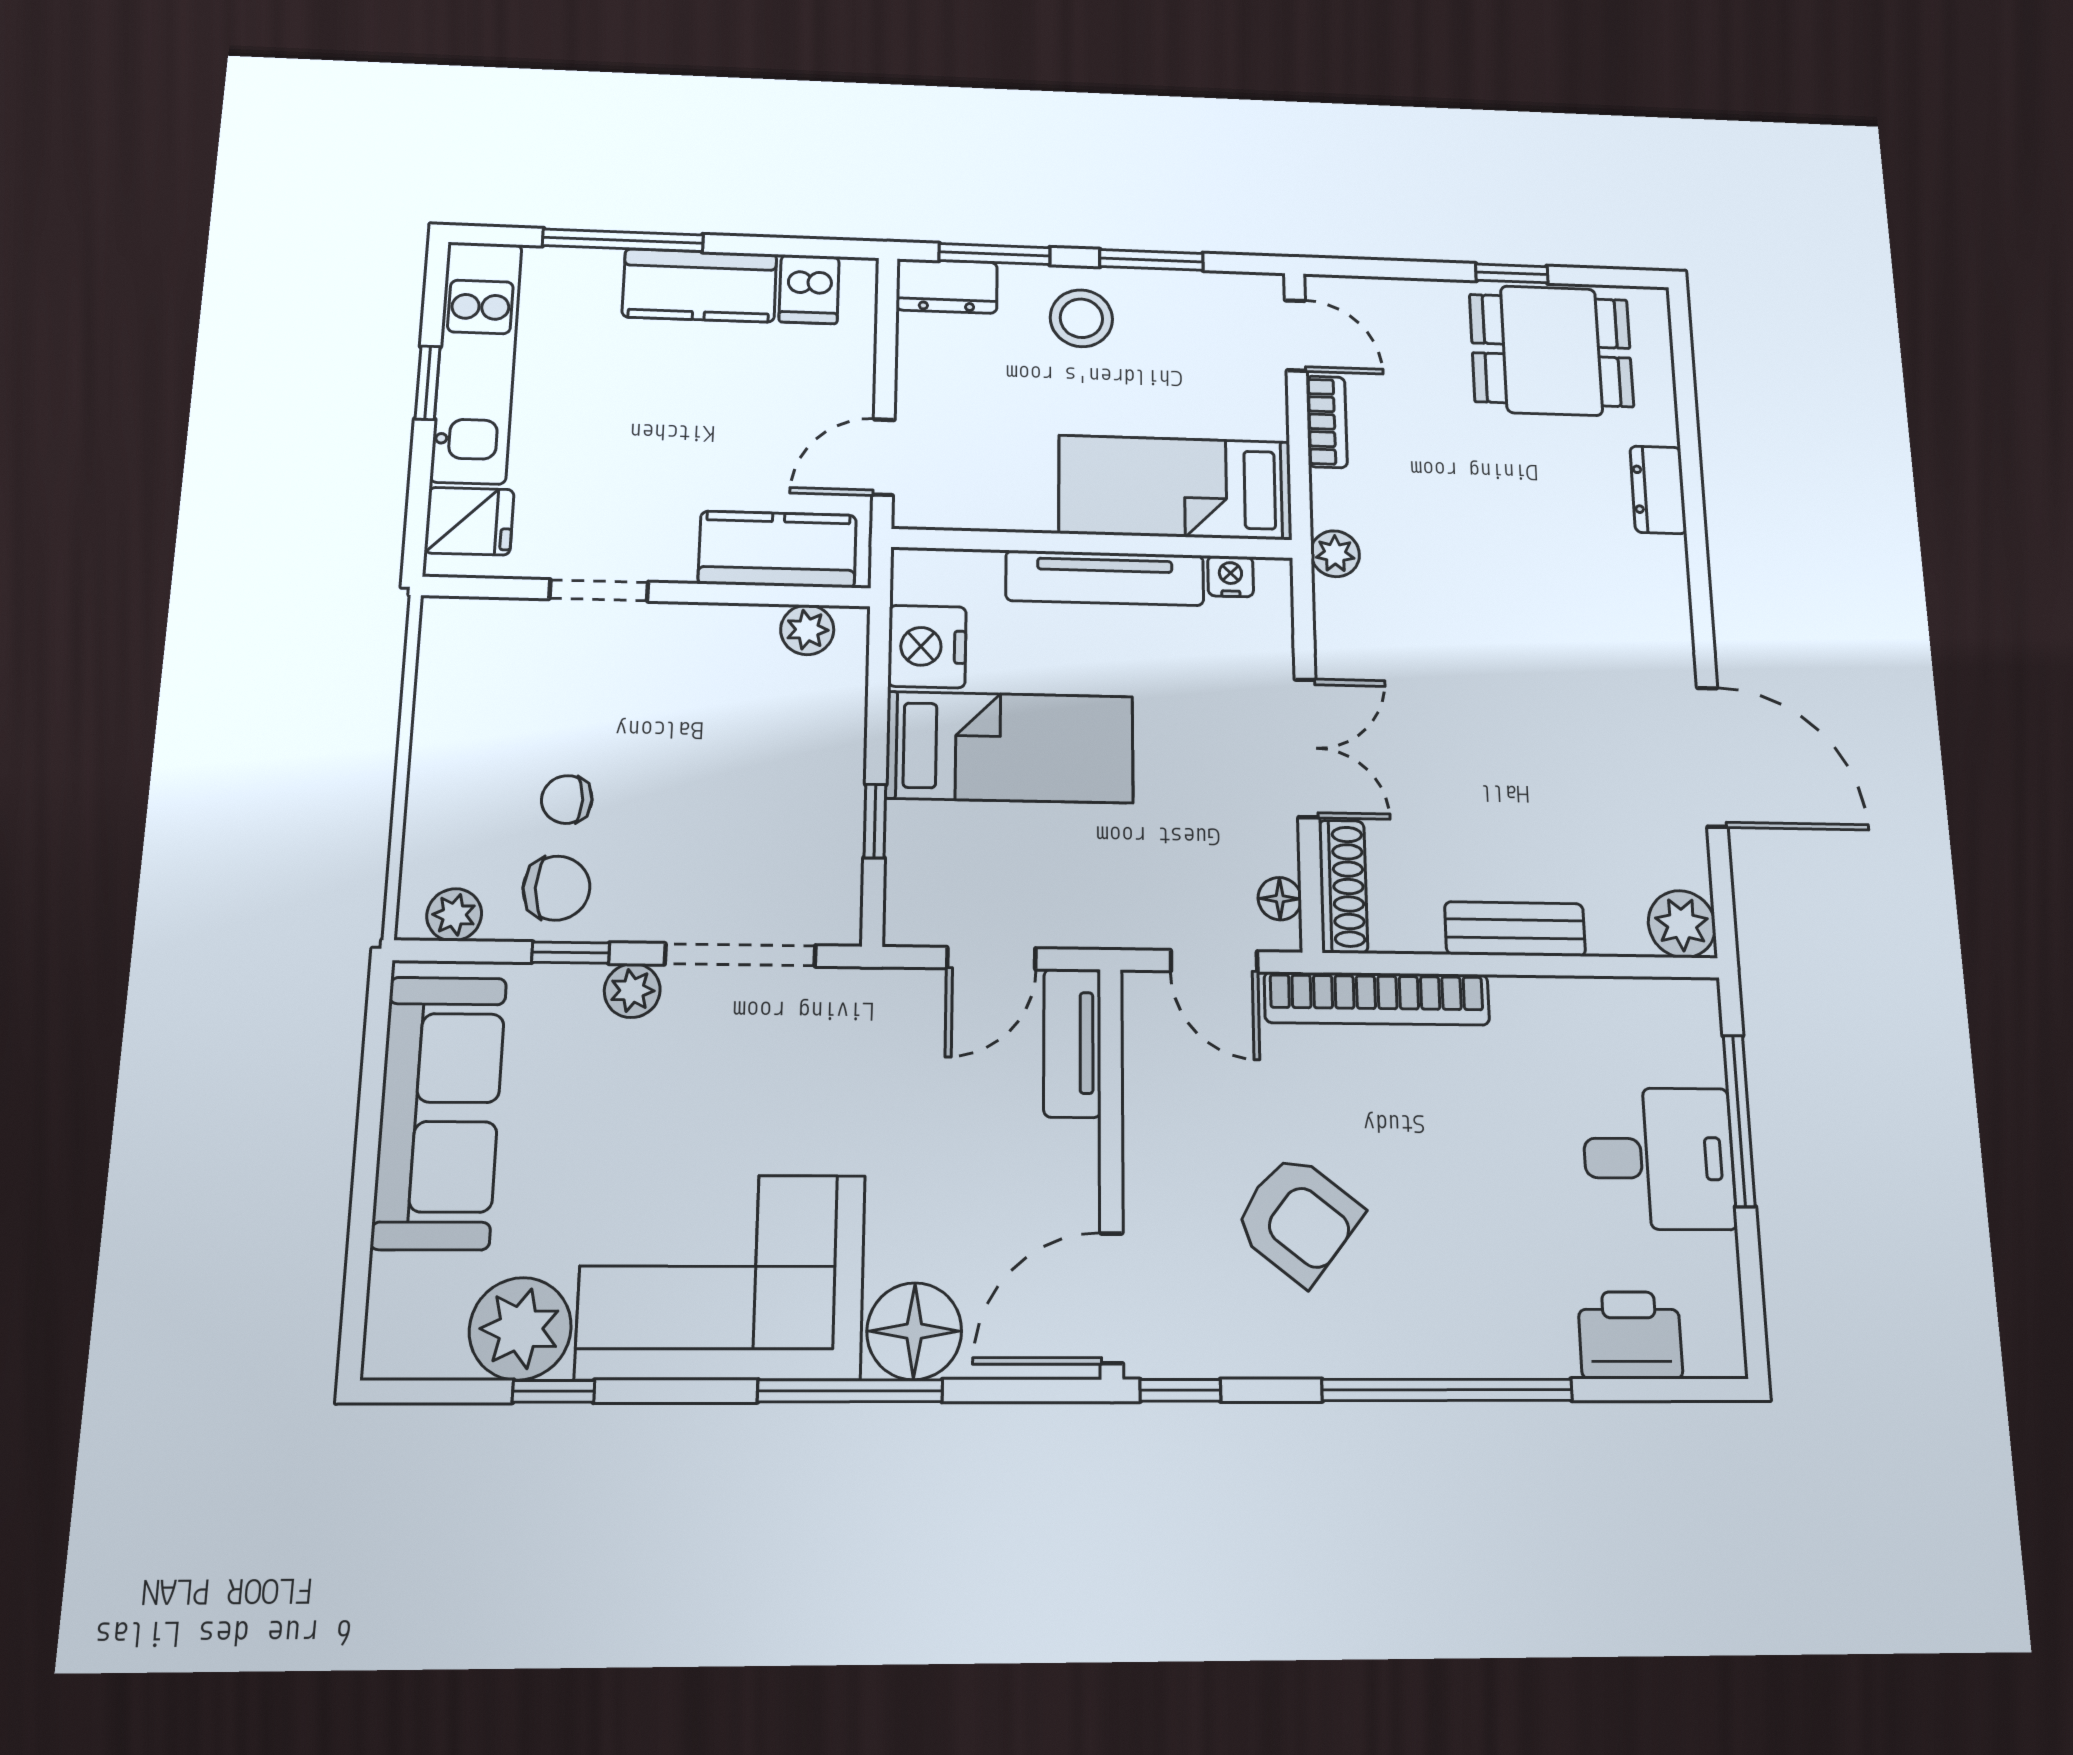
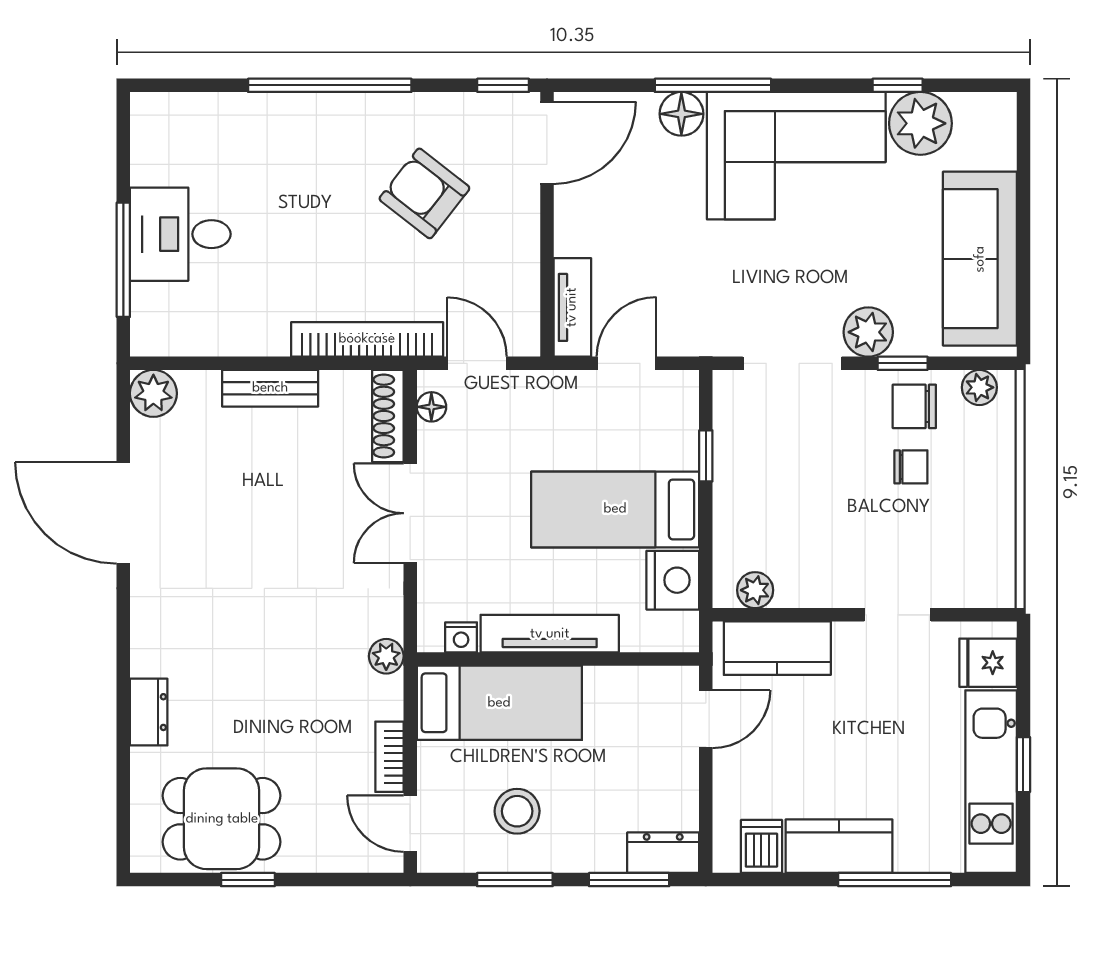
stool: (1081, 318) -> (517, 811), moved
plant: (632, 991) -> (868, 332), width x1.38, depth x1.38
floor lamp: (914, 1331) -> (681, 114), width x0.73, depth x0.73
printer: (1630, 1335) -> (207, 120), removed

